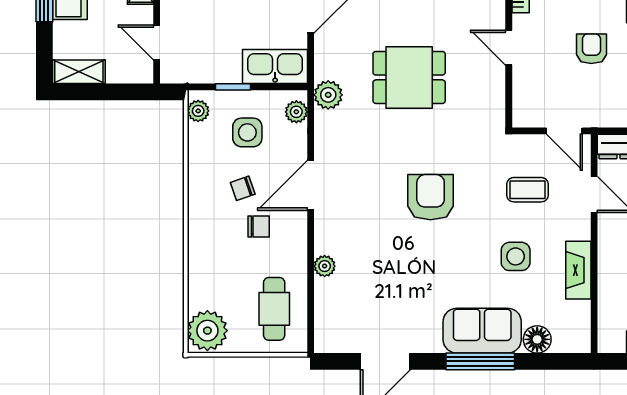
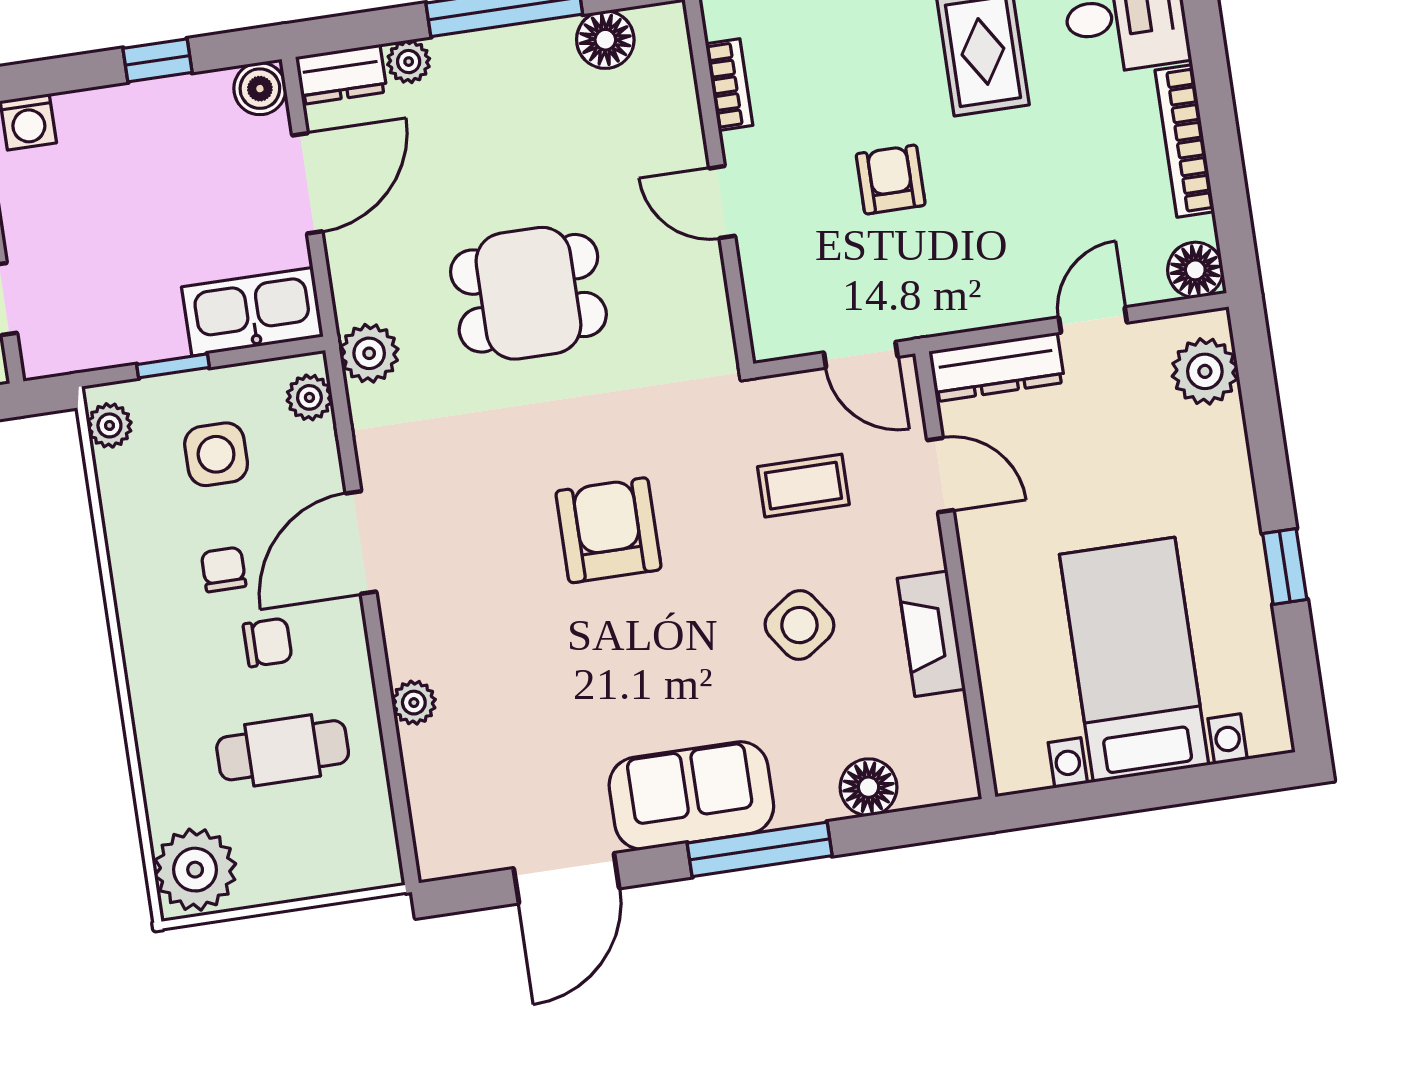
chair: (243, 188) -> (224, 569), turned 109
side table: (516, 256) -> (799, 625), turned -35
cafe table: (274, 309) -> (283, 750), moved, turned 90
sofa: (482, 331) -> (691, 796), moved

